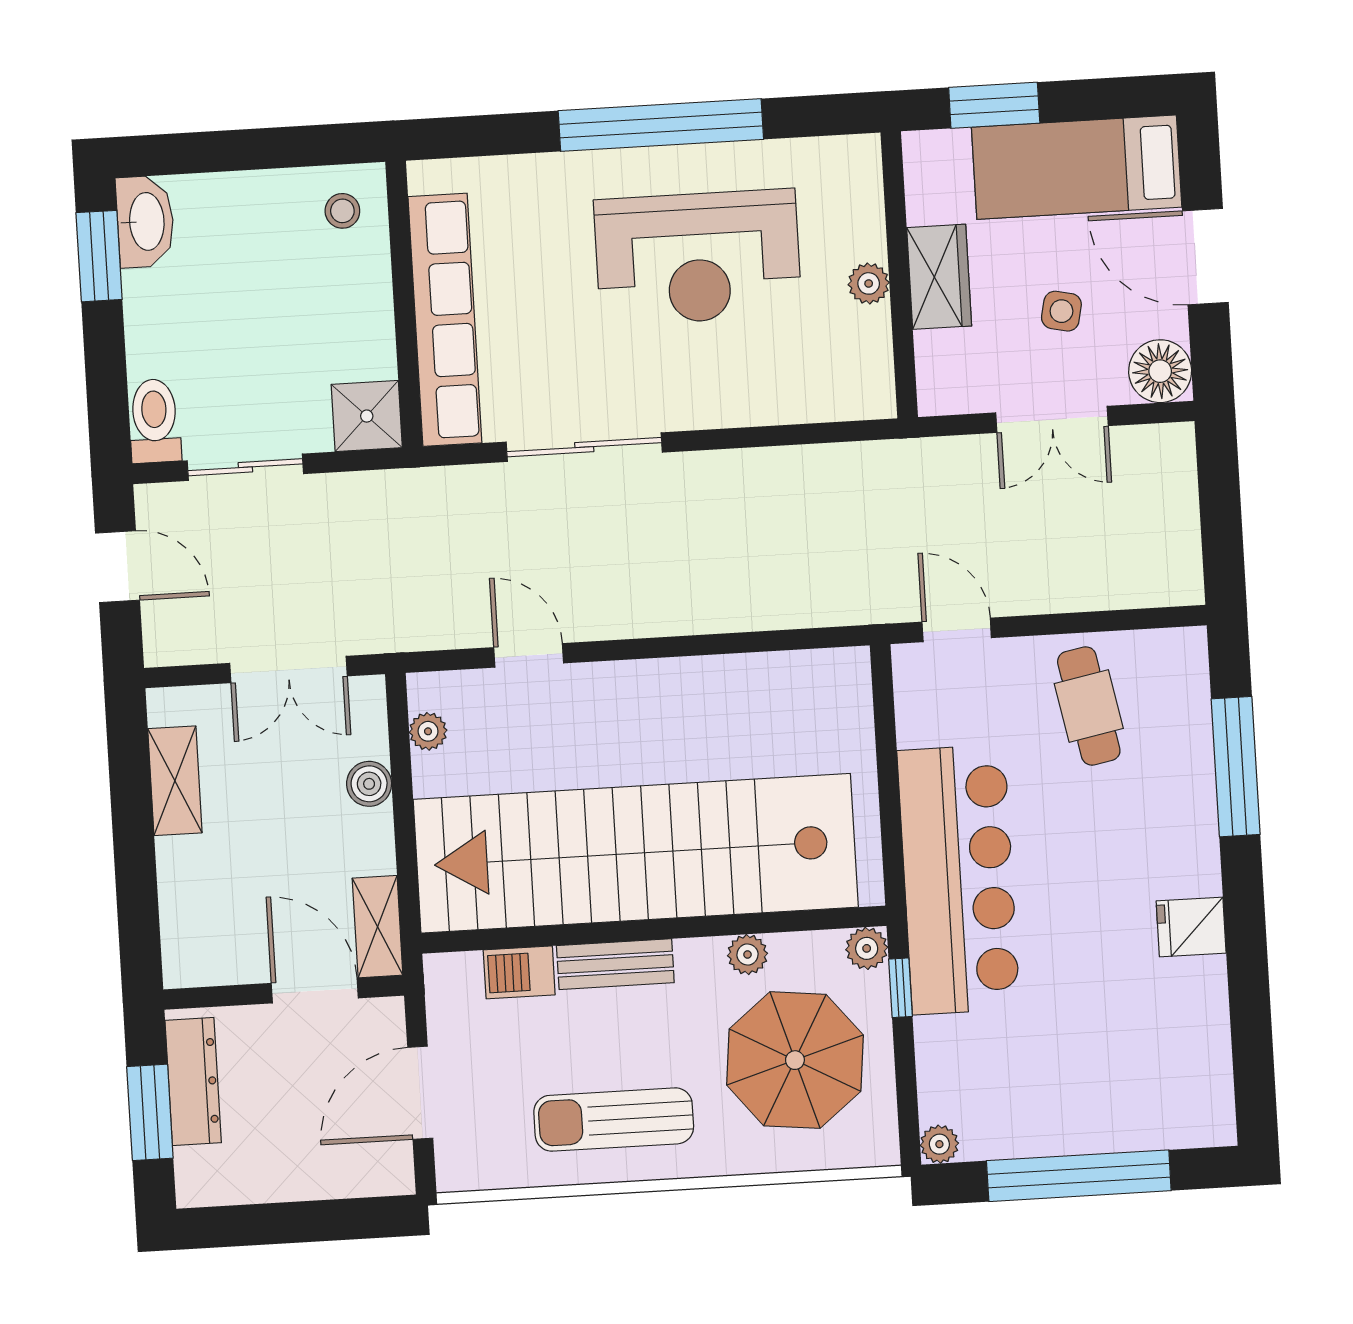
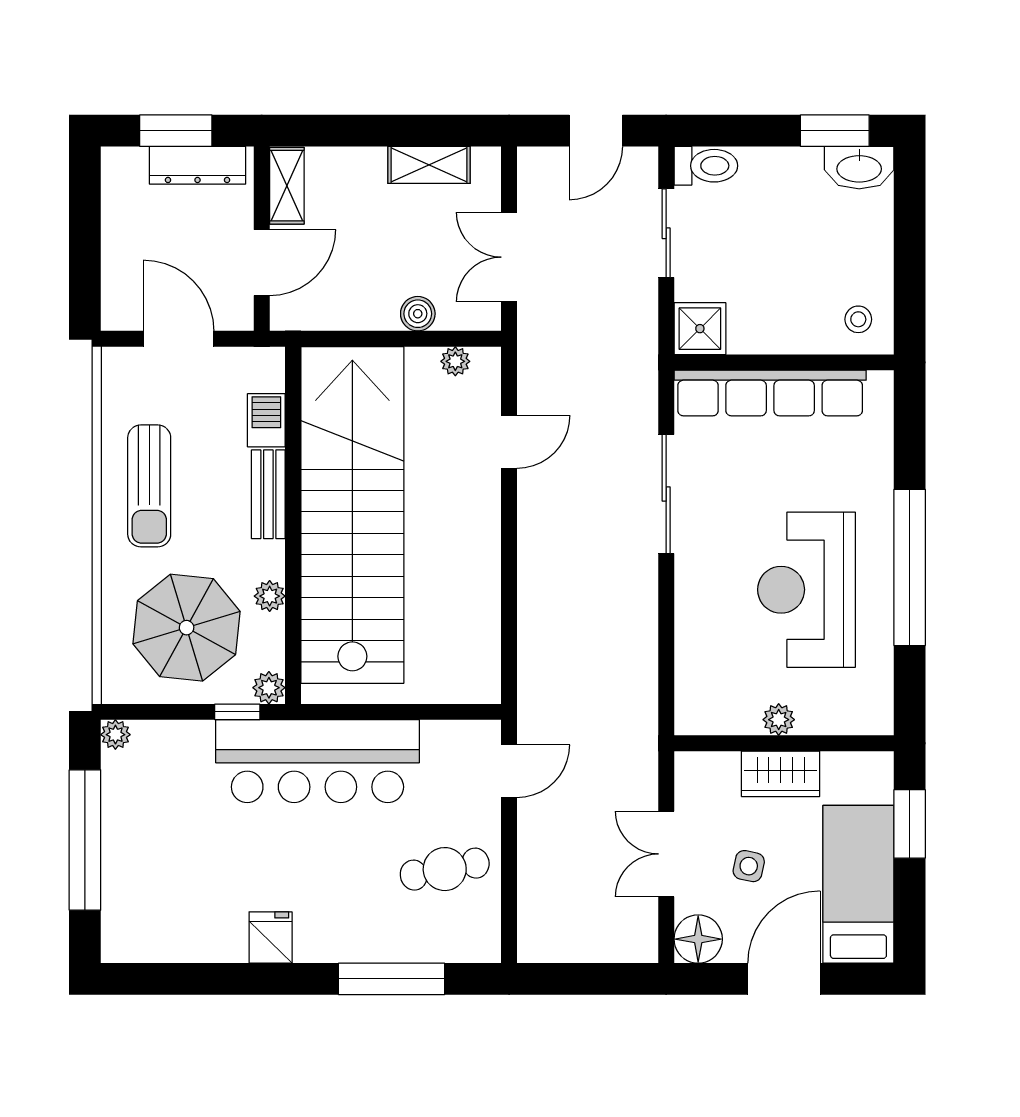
shelving: (378, 927) -> (287, 186), moved, turned 90
sun lounger: (614, 1120) -> (149, 486), turned 180

